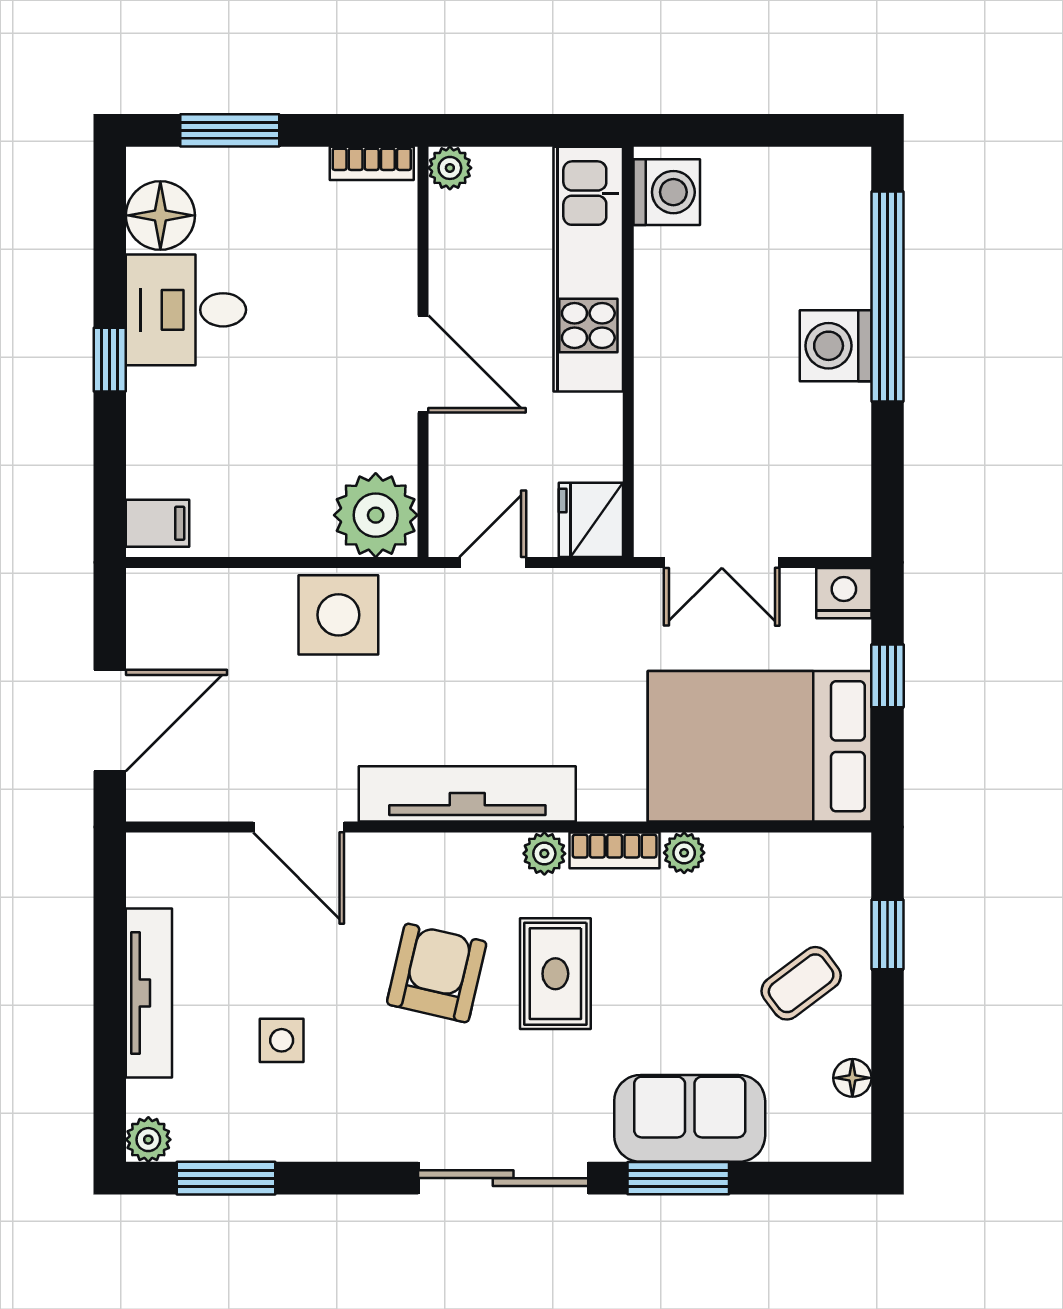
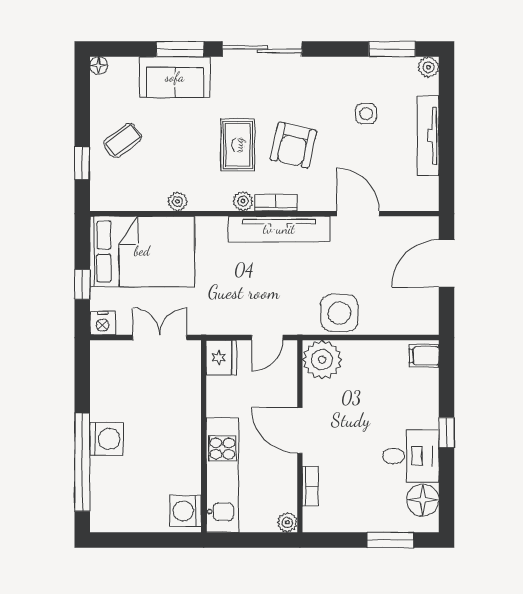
bookcase: (372, 163) -> (310, 486), moved, turned 90
bookcase: (615, 850) -> (276, 203), moved
floor lamp: (852, 1078) -> (99, 66), moved

